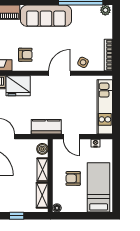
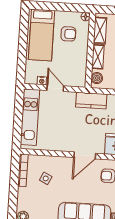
side table: (83, 62) -> (46, 178), moved
door: (59, 73) -> (85, 155), moved
door: (72, 137) -> (55, 88), moved
armchair: (73, 178) -> (68, 34), moved

